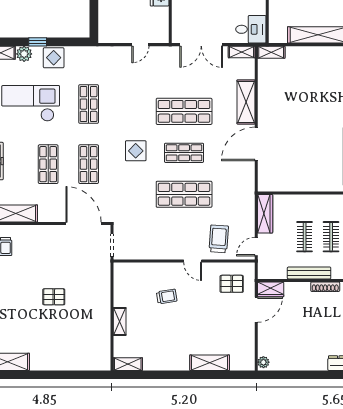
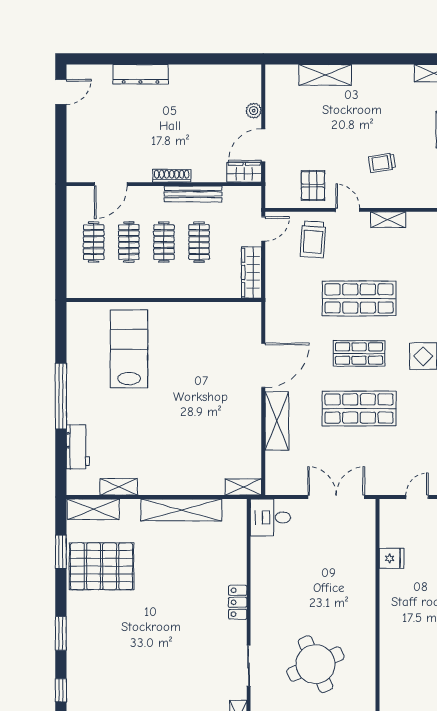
shelving: (242, 52) -> (388, 220), moved
pallet: (232, 284) -> (313, 186), moved, turned 90
plant: (263, 362) -> (254, 111), moved

